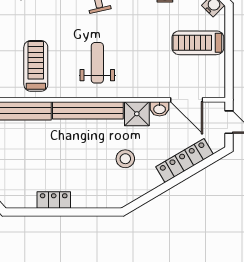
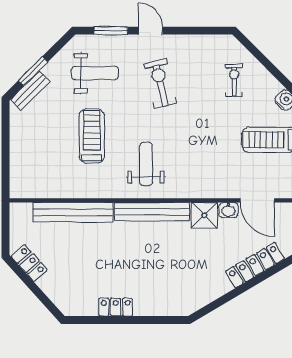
weight bench: (97, 63) -> (146, 164), moved
treadmill: (36, 66) -> (92, 136), moved
stool: (125, 159) -> (192, 263), removed

